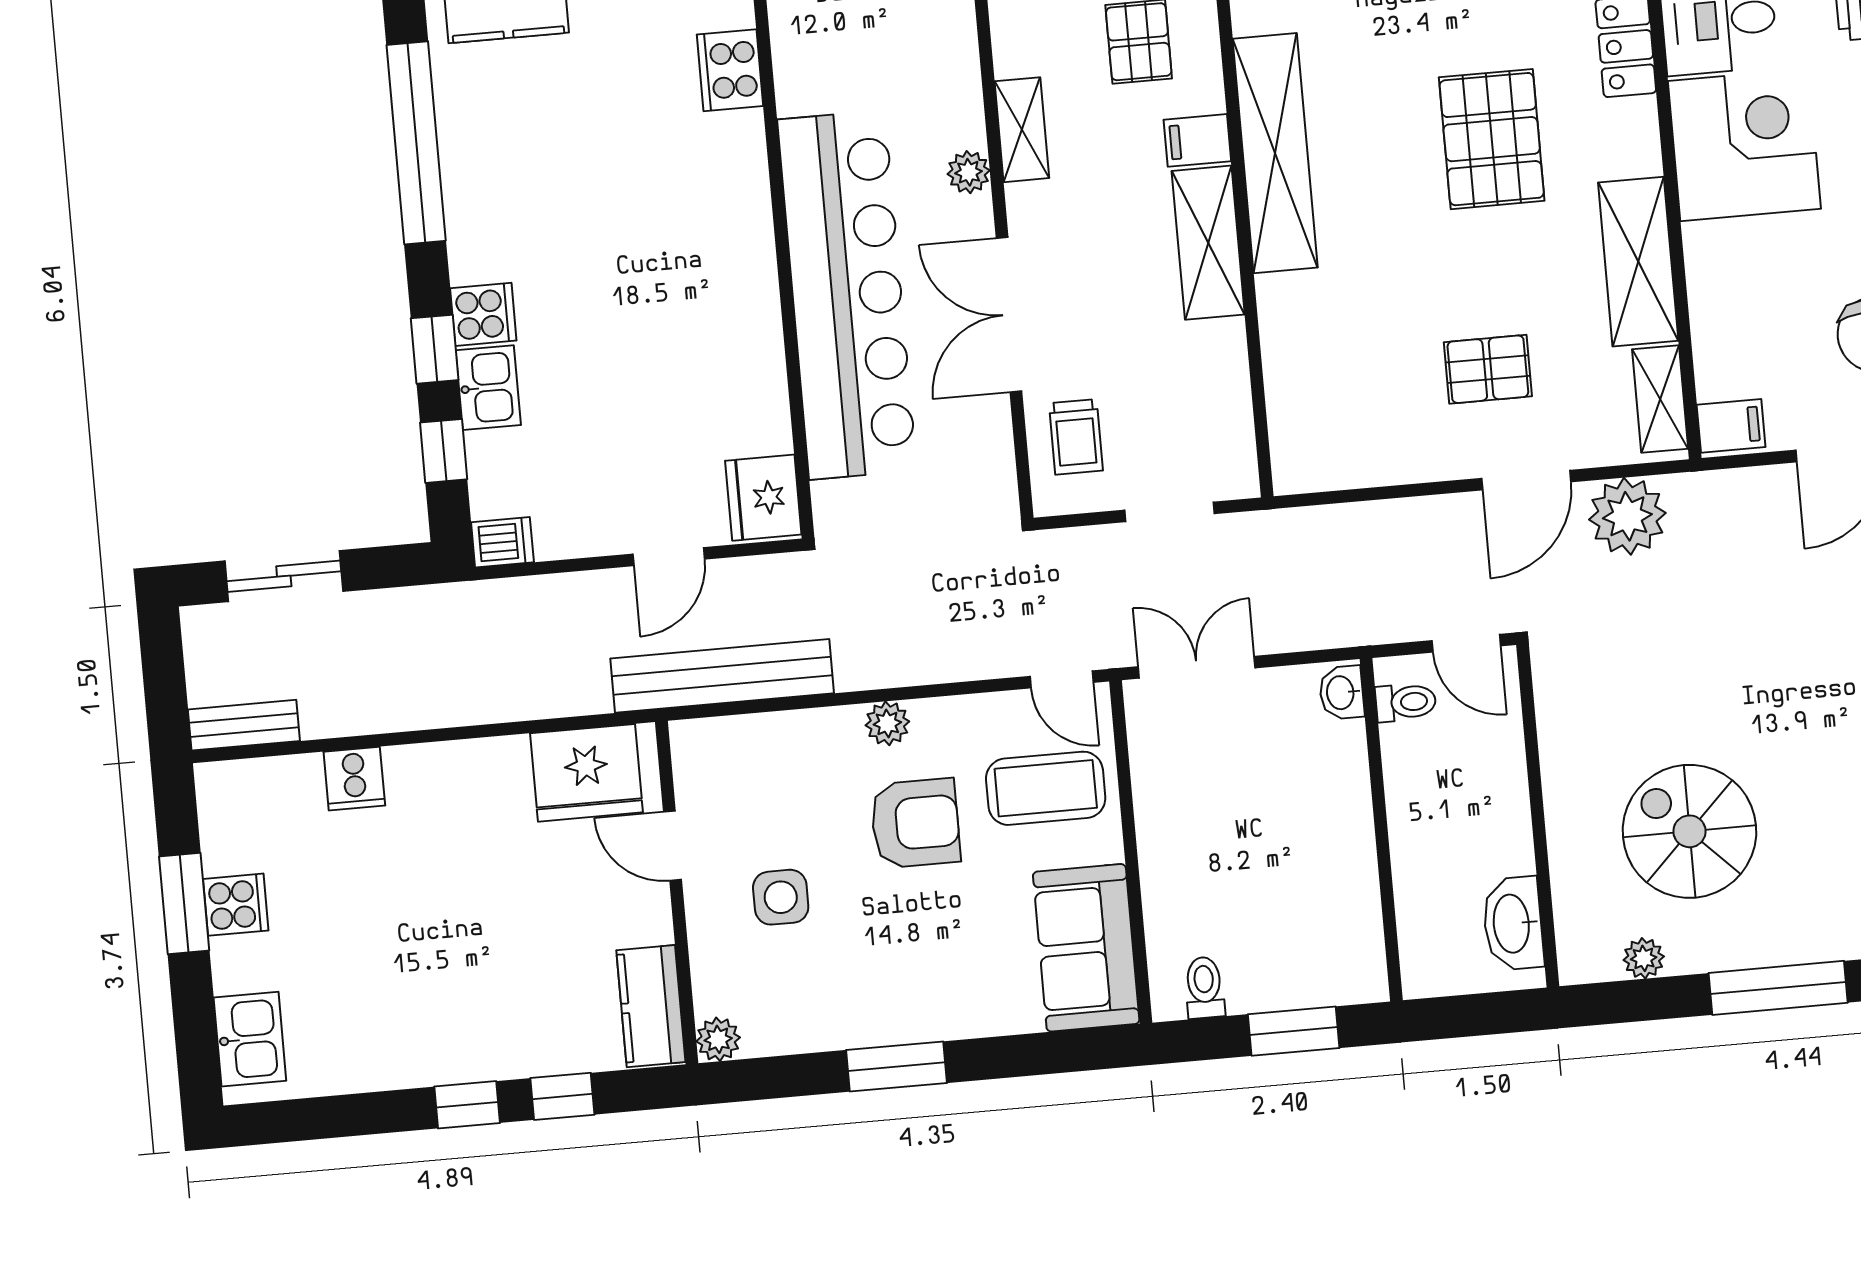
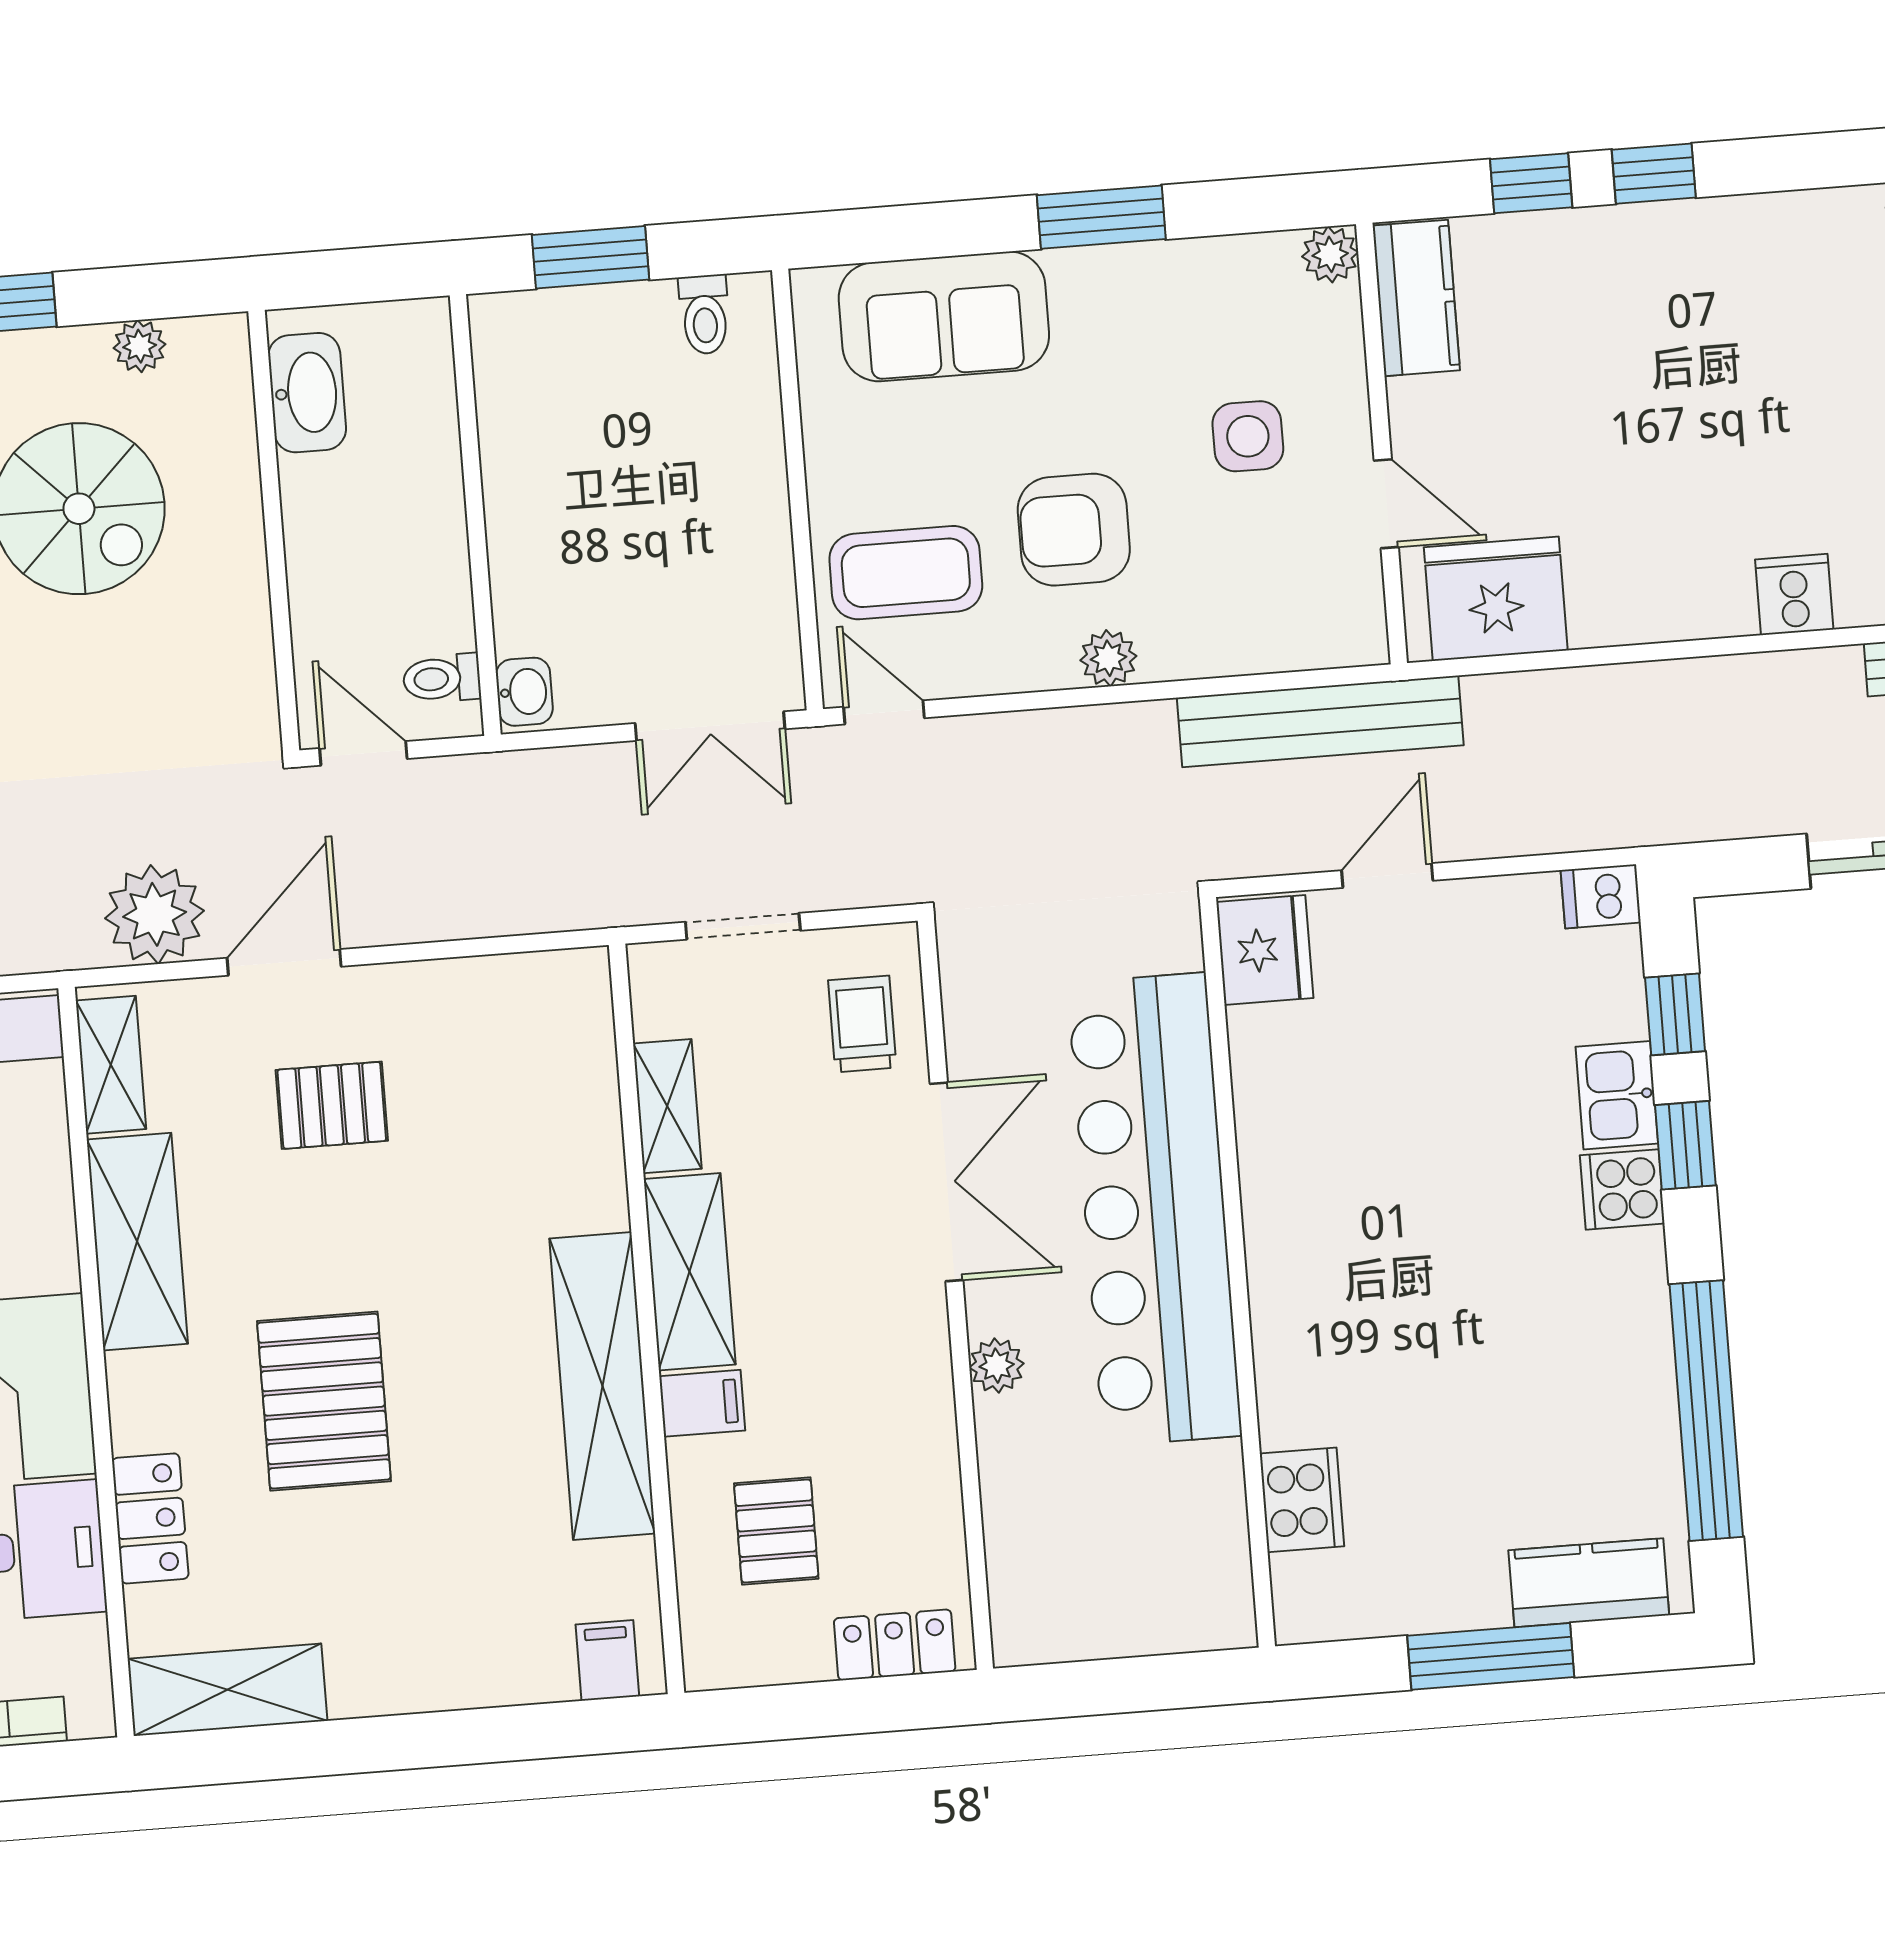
shelving: (1022, 130) -> (667, 1106), moved
sofa: (1086, 948) -> (944, 316), moved, turned 90

